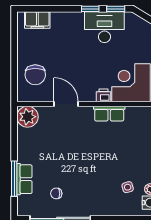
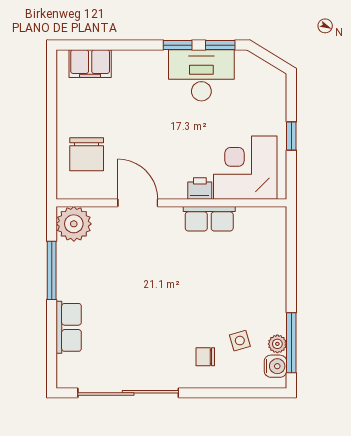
window: (14, 179) -> (52, 270), moved
chair: (56, 193) -> (205, 357), moved

